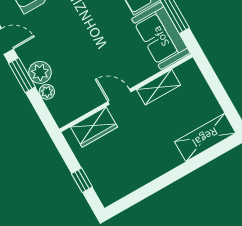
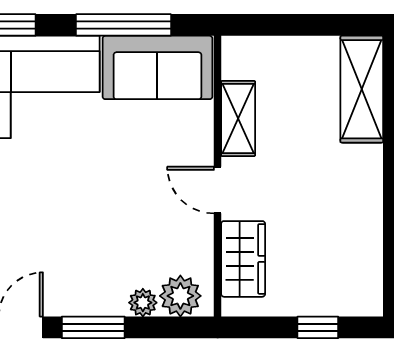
plant: (40, 72) -> (180, 296), moved
door: (119, 97) -> (218, 190), hinge flipped

